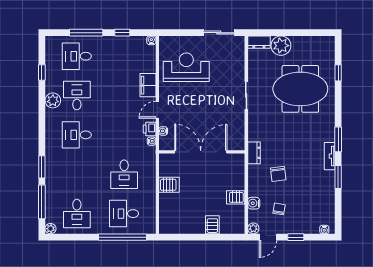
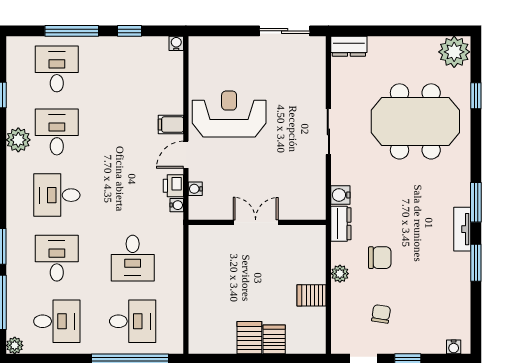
plant: (281, 46) -> (454, 52), moved
desk: (77, 56) -> (57, 69), turned 90
reception desk: (186, 67) -> (229, 114), moved
filing cabinet: (148, 85) -> (171, 125), width x0.50
double door: (201, 152) -> (256, 222), width x0.54
desk: (77, 174) -> (57, 258), added
chair: (278, 174) -> (380, 258), turned -83
server rack: (169, 185) -> (249, 338), moved, turned -90
water cooler: (254, 203) -> (340, 195), moved
desk: (77, 214) -> (57, 321), turned -90
desk: (124, 214) -> (133, 321), turned 180
plant: (253, 228) -> (340, 274), moved

